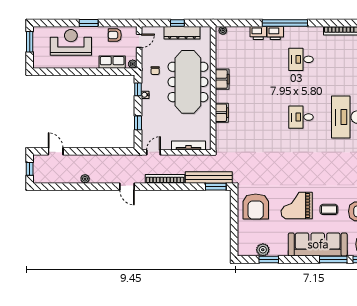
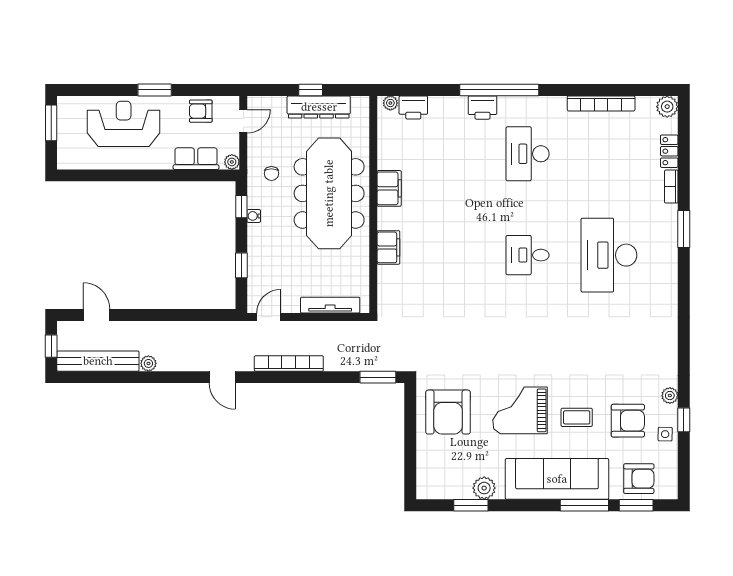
printer: (258, 33) -> (413, 107), moved
desk: (301, 59) -> (528, 154), width x1.37
bench: (209, 177) -> (98, 361), moved
plant: (263, 250) -> (484, 488), moved

